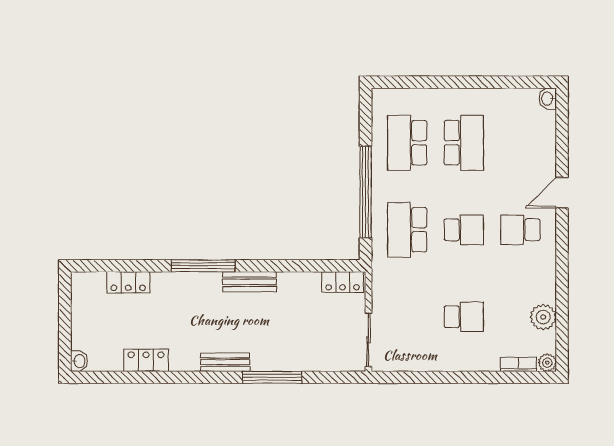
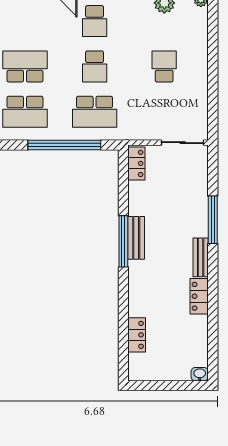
school desk: (464, 230) -> (95, 66), turned 180
window: (203, 266) -> (123, 241), moved
locker: (146, 360) -> (199, 296), moved
bookcase: (519, 364) -> (202, 23), removed

